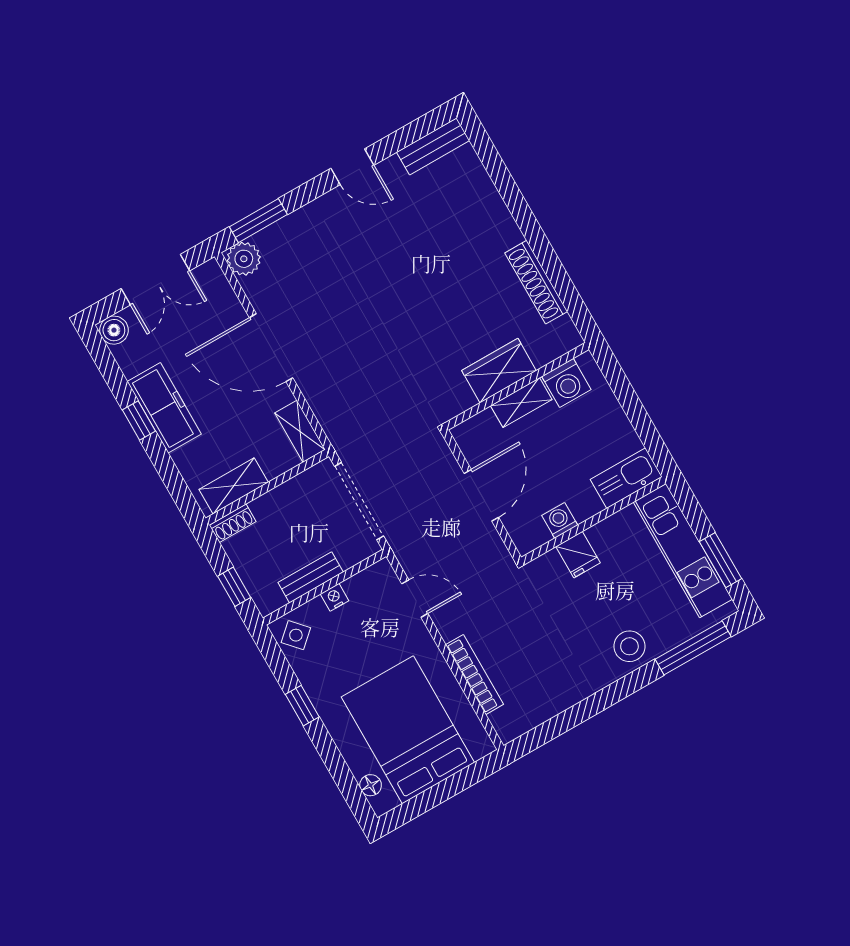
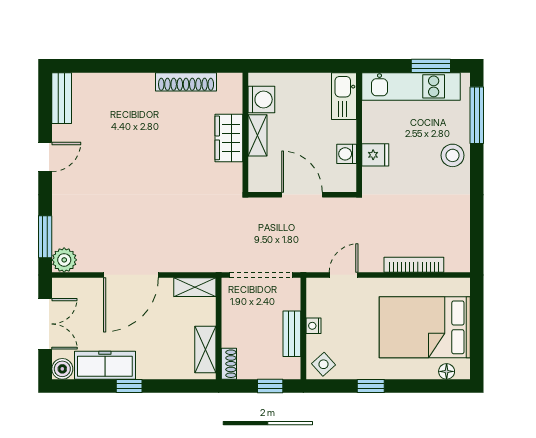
freezer: (164, 408) -> (105, 365), moved

